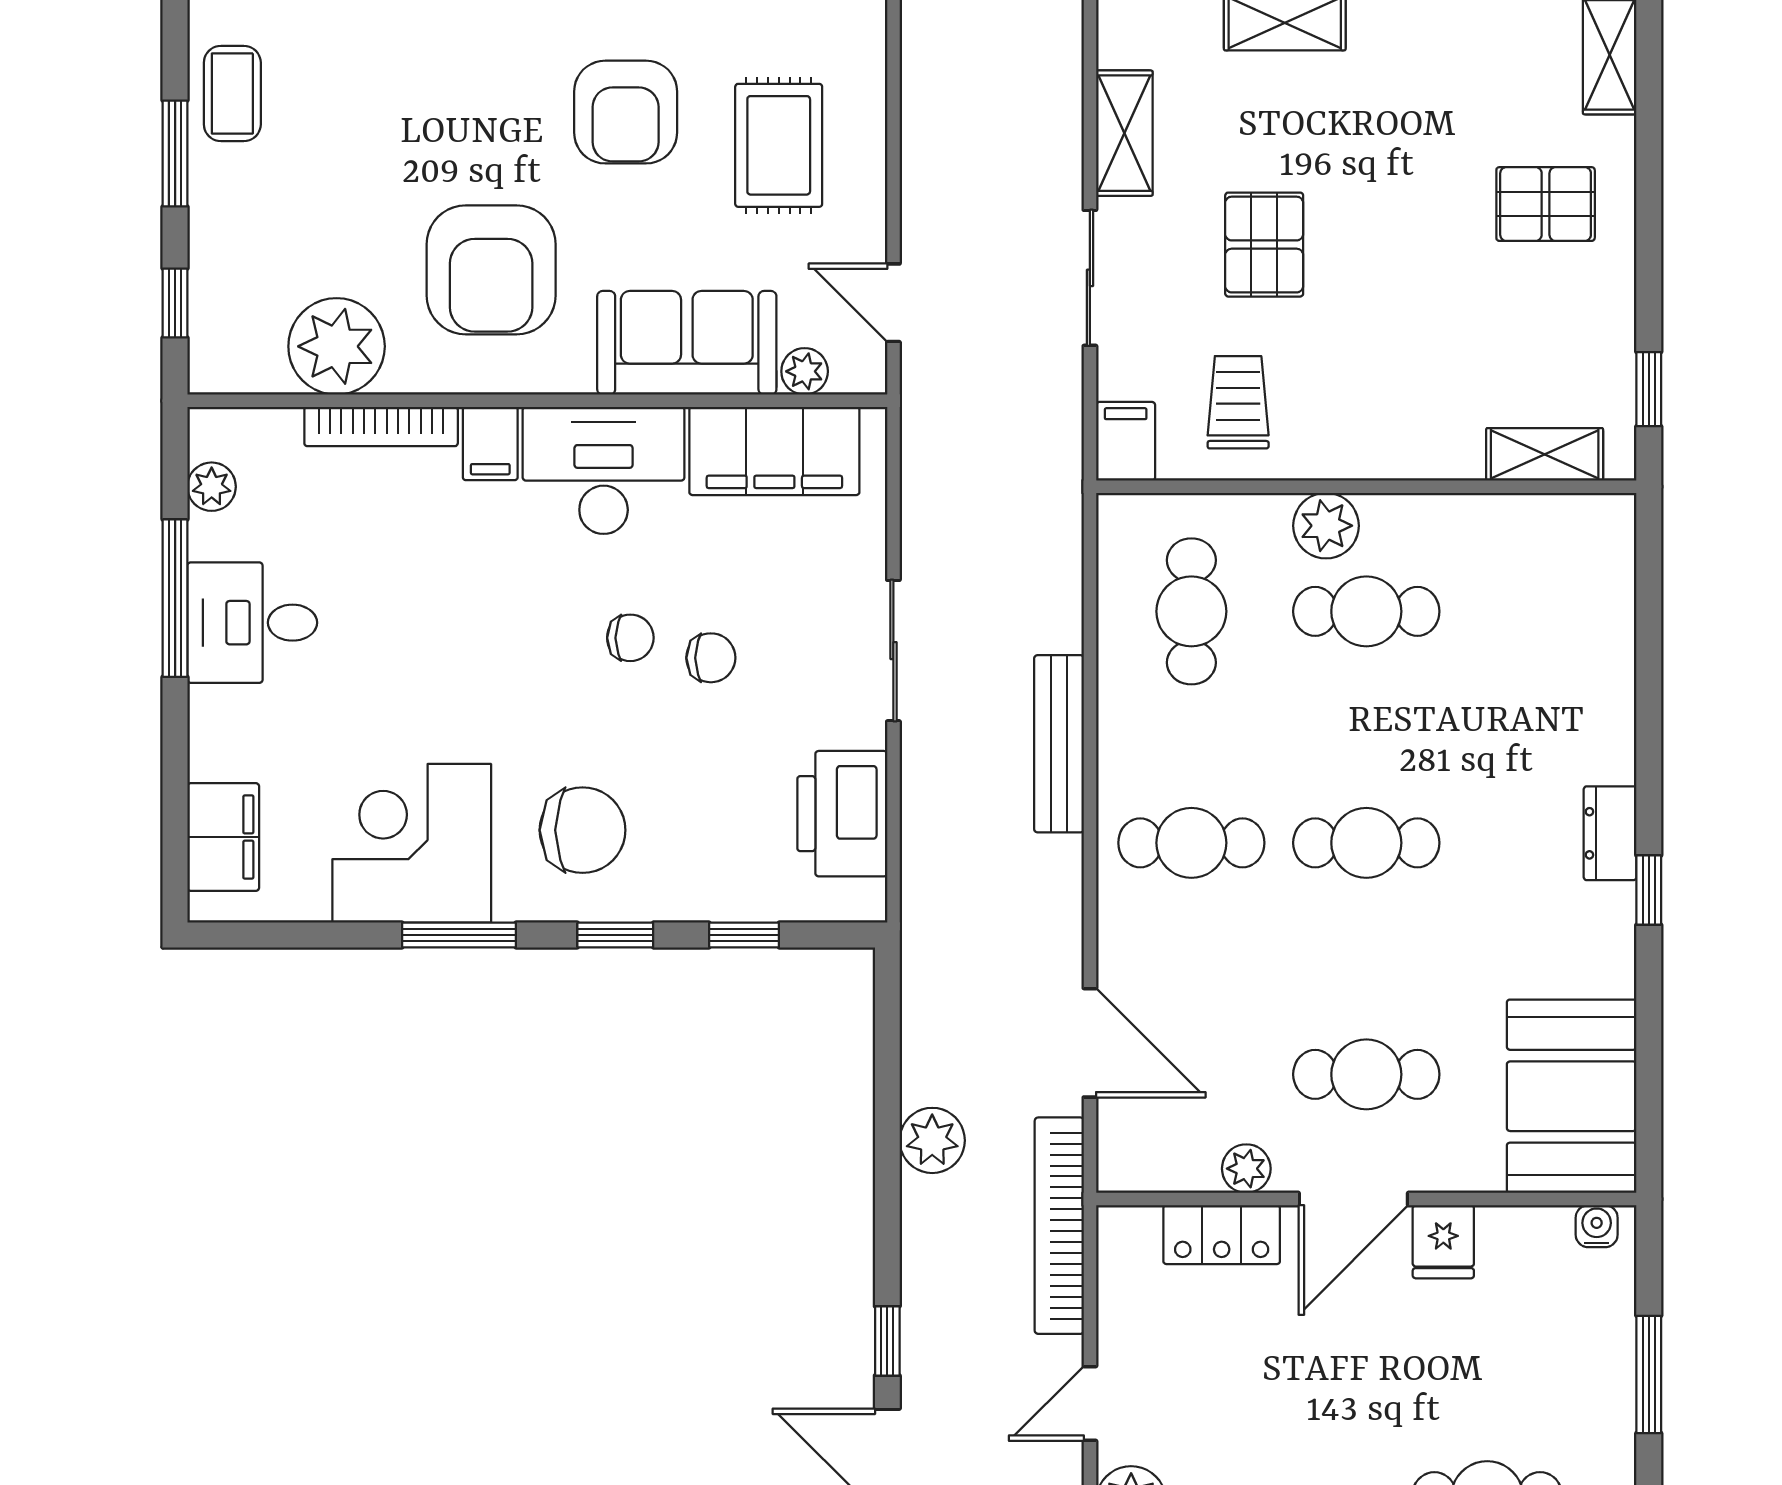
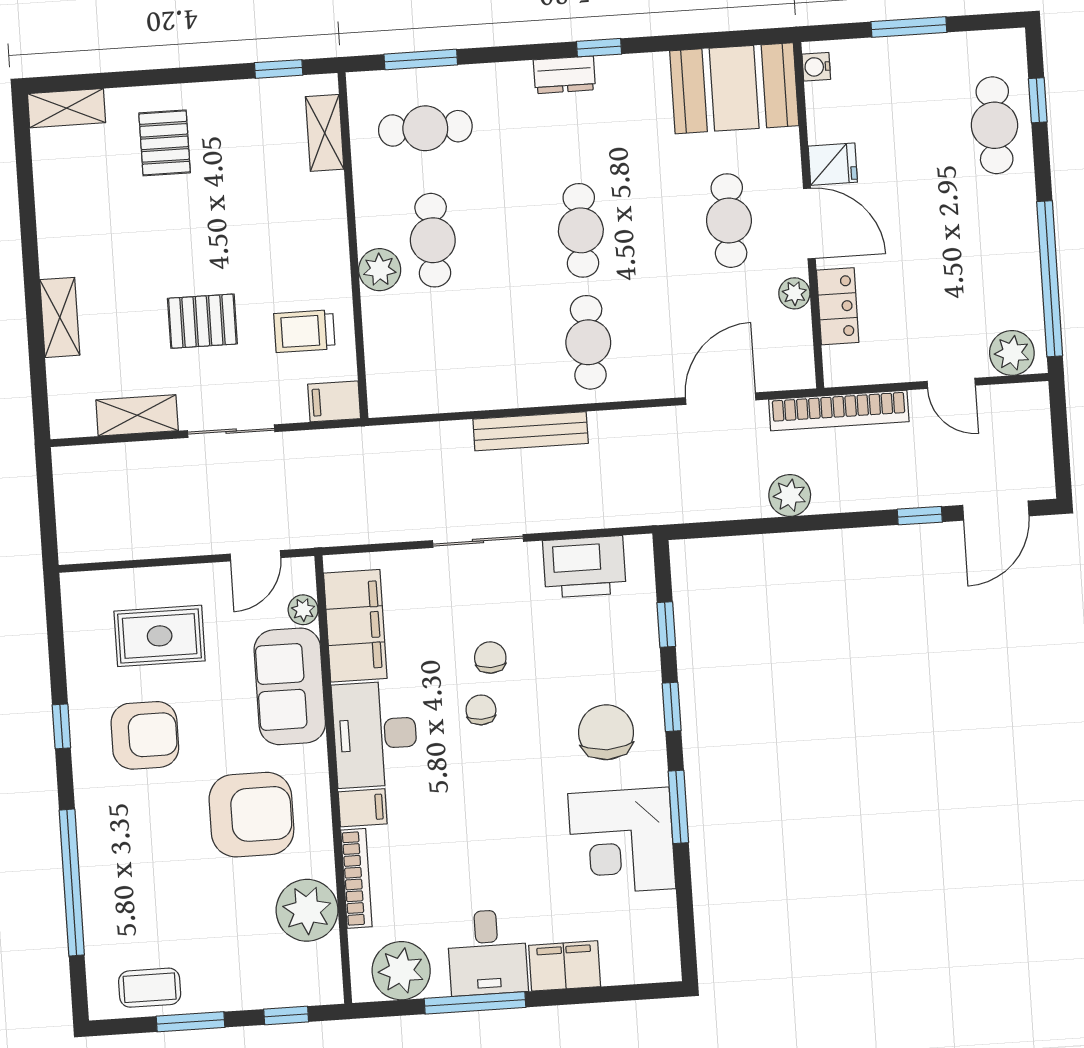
plant: (212, 487) -> (401, 971), width x1.88, depth x1.88
cafe table: (1191, 611) -> (425, 128), moved
window: (1649, 611) -> (421, 60), added
filing cabinet: (223, 837) -> (565, 966), moved

